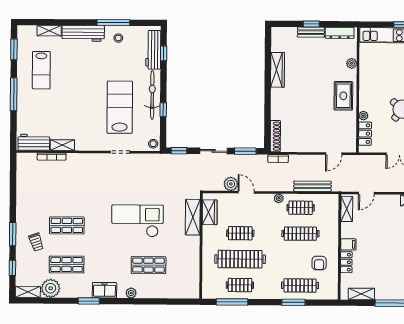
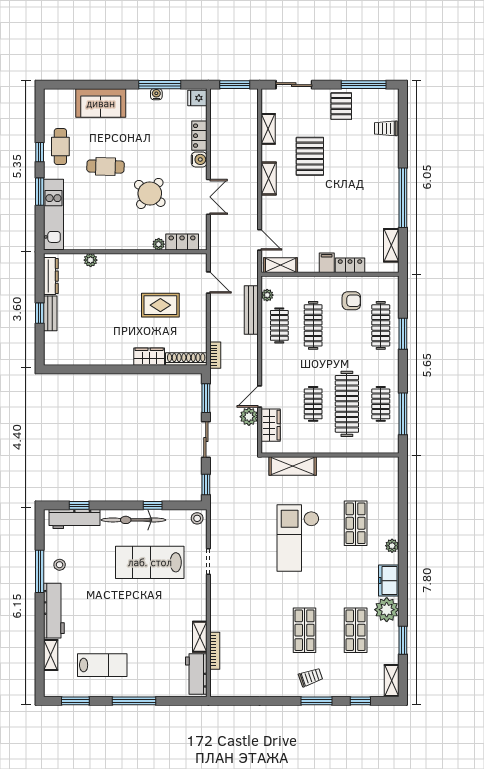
wardrobe: (278, 70) -> (149, 357), moved, width x0.67
rug: (343, 96) -> (160, 305), moved
plant: (279, 198) -> (267, 295), moved
wardrobe: (210, 212) -> (271, 425), moved, turned 90
trolley: (36, 242) -> (311, 677), moved
plant: (51, 288) -> (387, 610), moved
window: (89, 301) -> (403, 640), moved

